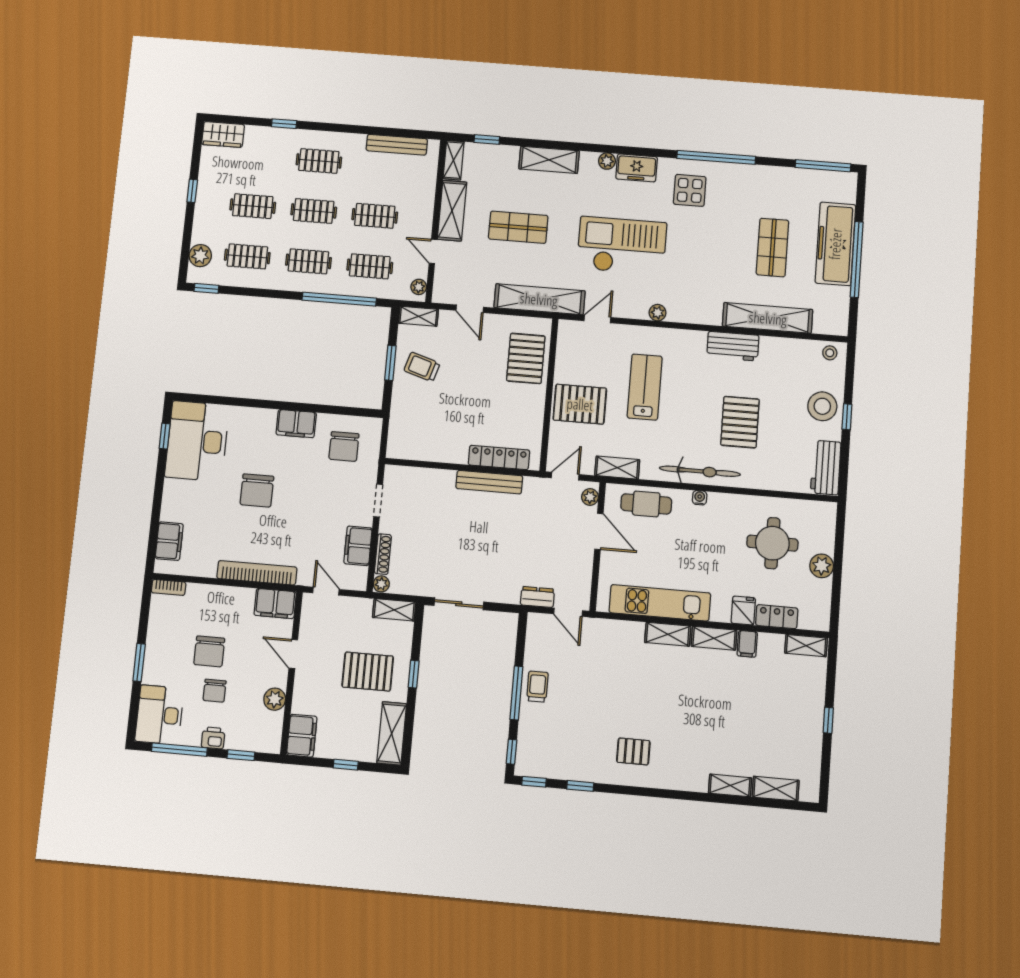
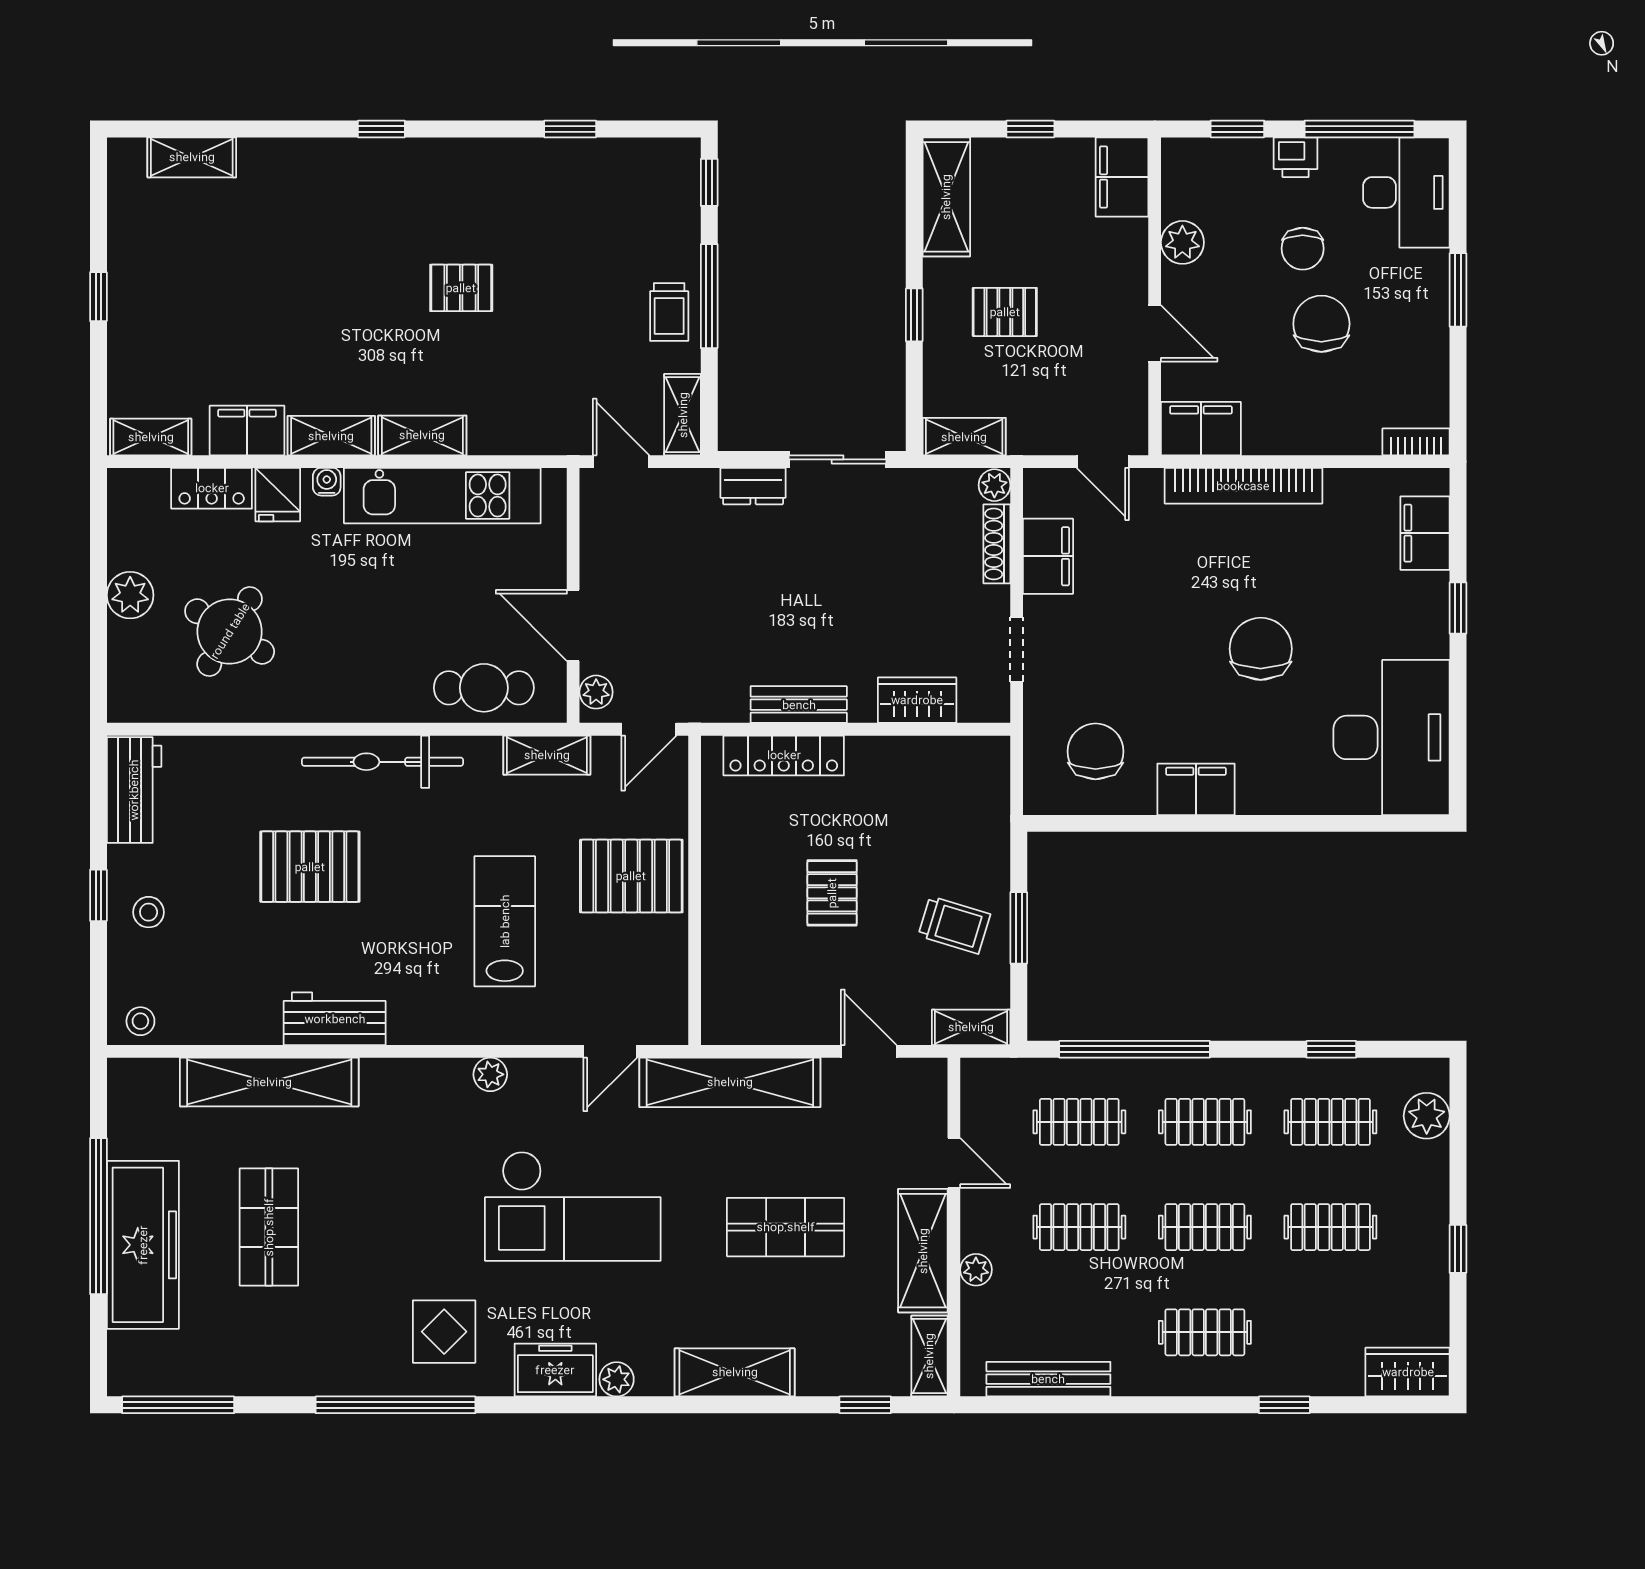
plant: (419, 287) -> (976, 1270), moved
window: (206, 288) -> (1331, 1049), moved
pallet: (526, 358) -> (832, 893), moved, width x0.67, depth x0.71
lab bench: (645, 387) -> (505, 921), turned 180
stool: (822, 406) -> (149, 912), width x0.53, depth x0.53
pallet: (740, 422) -> (310, 867), turned 90
window: (165, 436) -> (1458, 608), moved
wardrobe: (430, 479) -> (917, 700), added
bench: (489, 482) -> (799, 705), width x0.73
water cooler: (700, 498) -> (327, 482), moved, turned 180
round table: (772, 543) -> (230, 631), turned 32
dresser: (537, 597) -> (753, 486), moved
filing cabinet: (747, 644) -> (247, 430), width x2.00
pallet: (368, 672) -> (1005, 312), width x0.67, depth x0.71
chair: (215, 691) -> (1303, 249), turned 180
pallet: (633, 751) -> (461, 288), moved
window: (534, 782) -> (381, 129), moved
shelving: (730, 785) -> (683, 415), moved, turned 90

